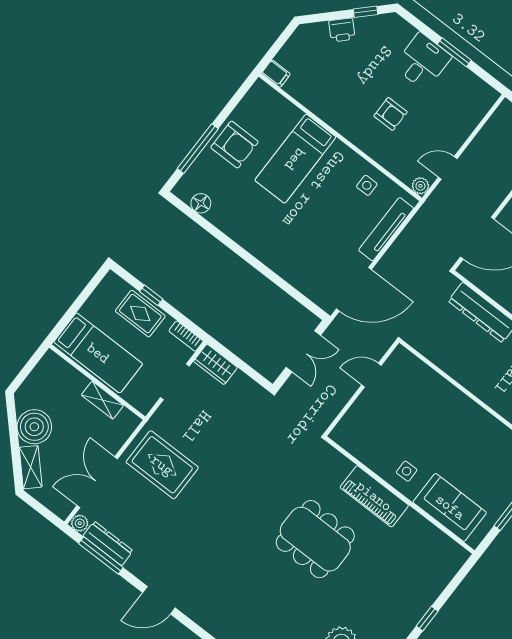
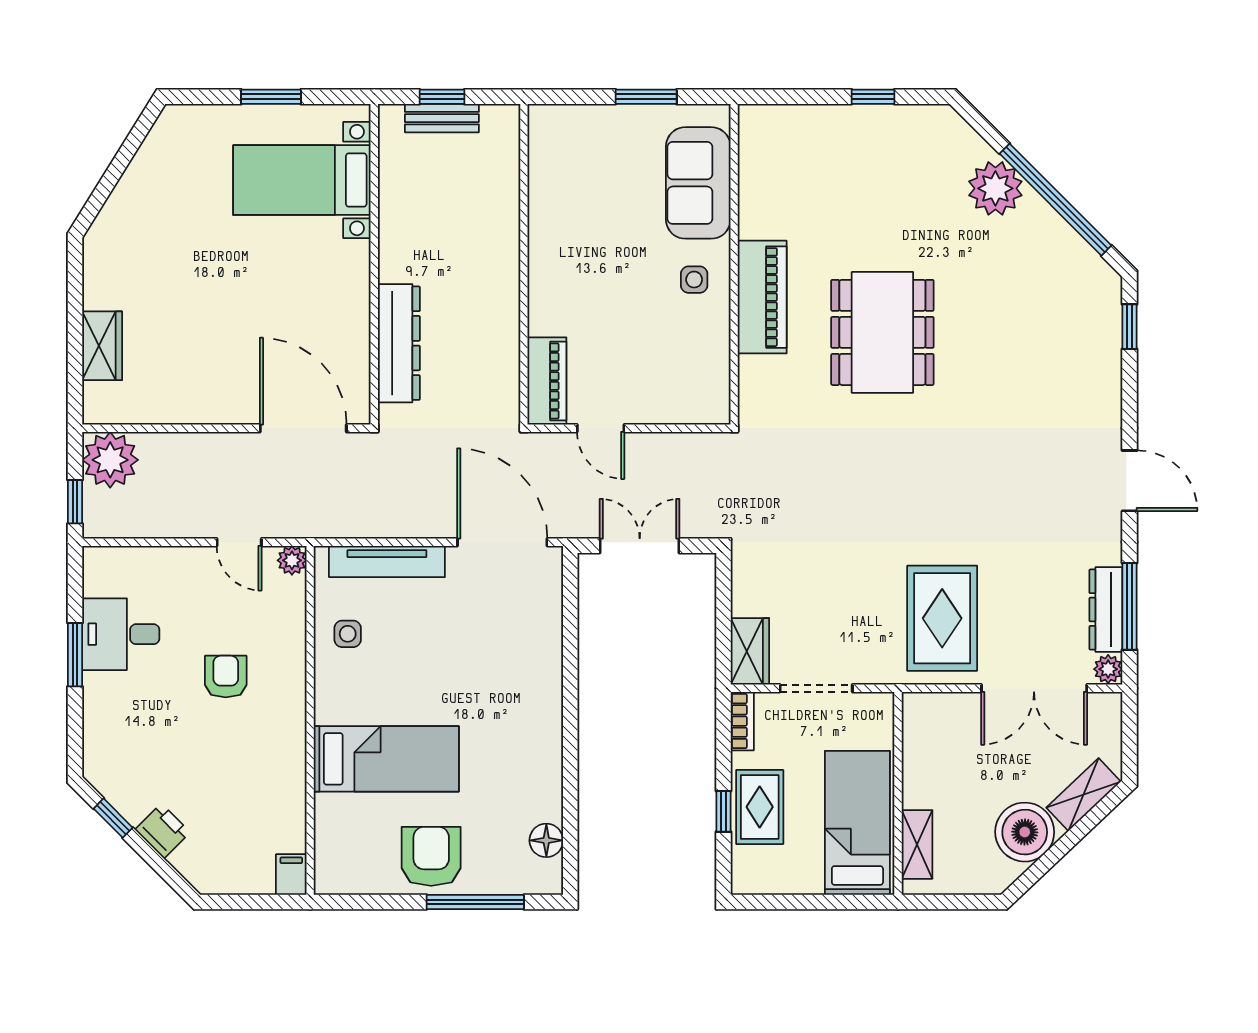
desk: (423, 61) -> (121, 634), moved
piano: (412, 367) -> (547, 381), added
shelving: (102, 400) -> (917, 844), moved

